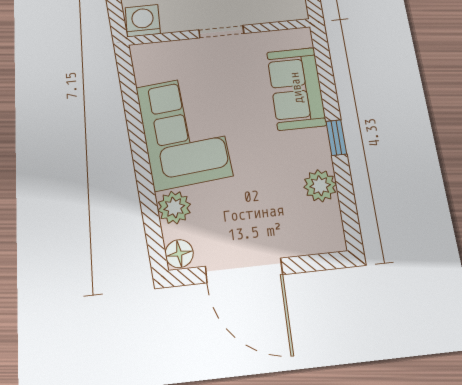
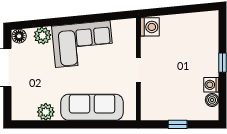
sofa: (296, 88) -> (92, 107), width x1.36
window: (336, 138) -> (70, 124), removed

